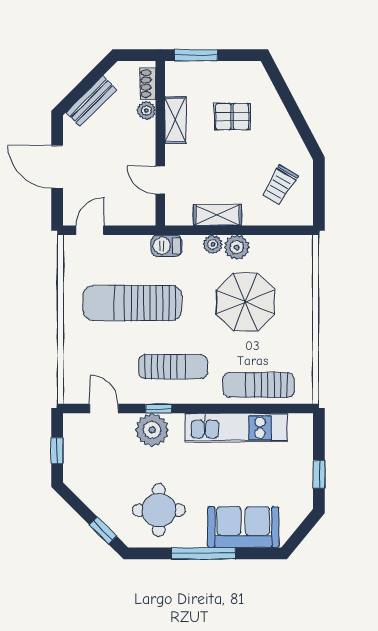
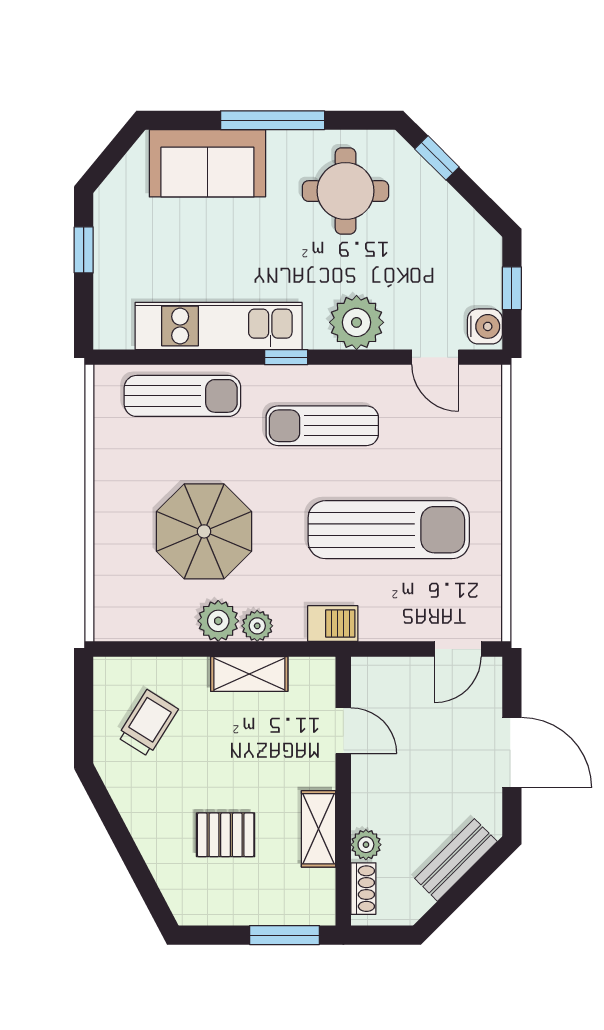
window: (159, 409) -> (286, 357), moved
water cooler: (74, 427) -> (485, 326), added

